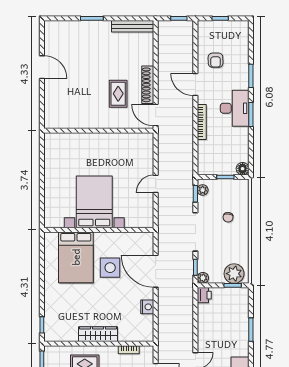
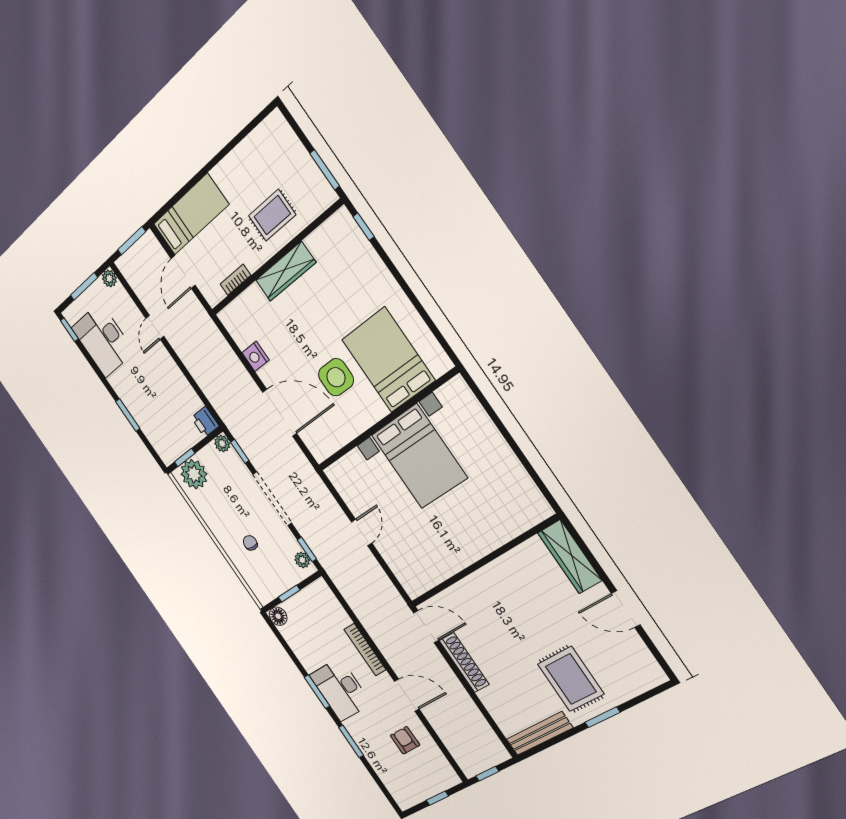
rug: (118, 94) -> (571, 679), moved, width x1.36, depth x1.43
wardrobe: (52, 108) -> (570, 557), added

